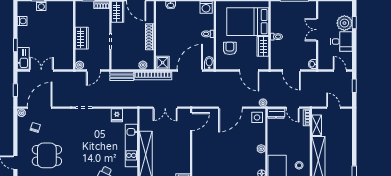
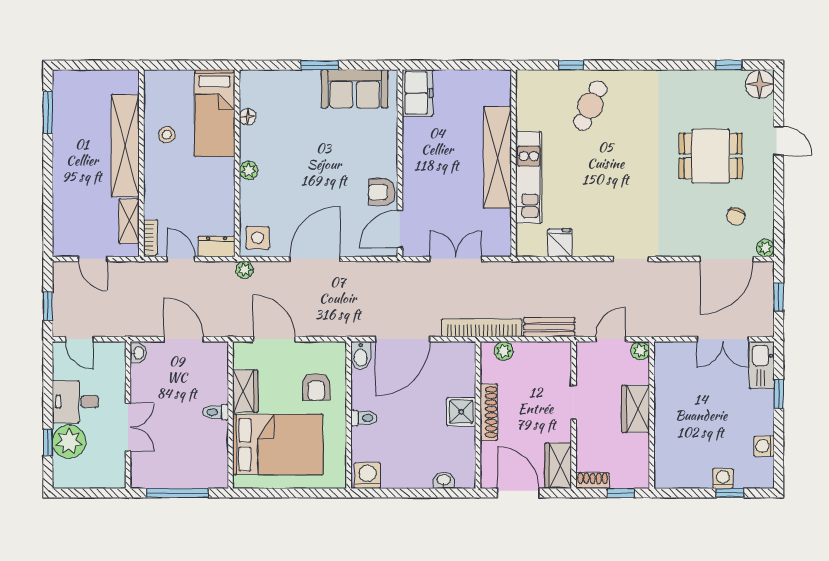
shower: (163, 63) -> (461, 412), moved
armchair: (199, 139) -> (382, 192), added

